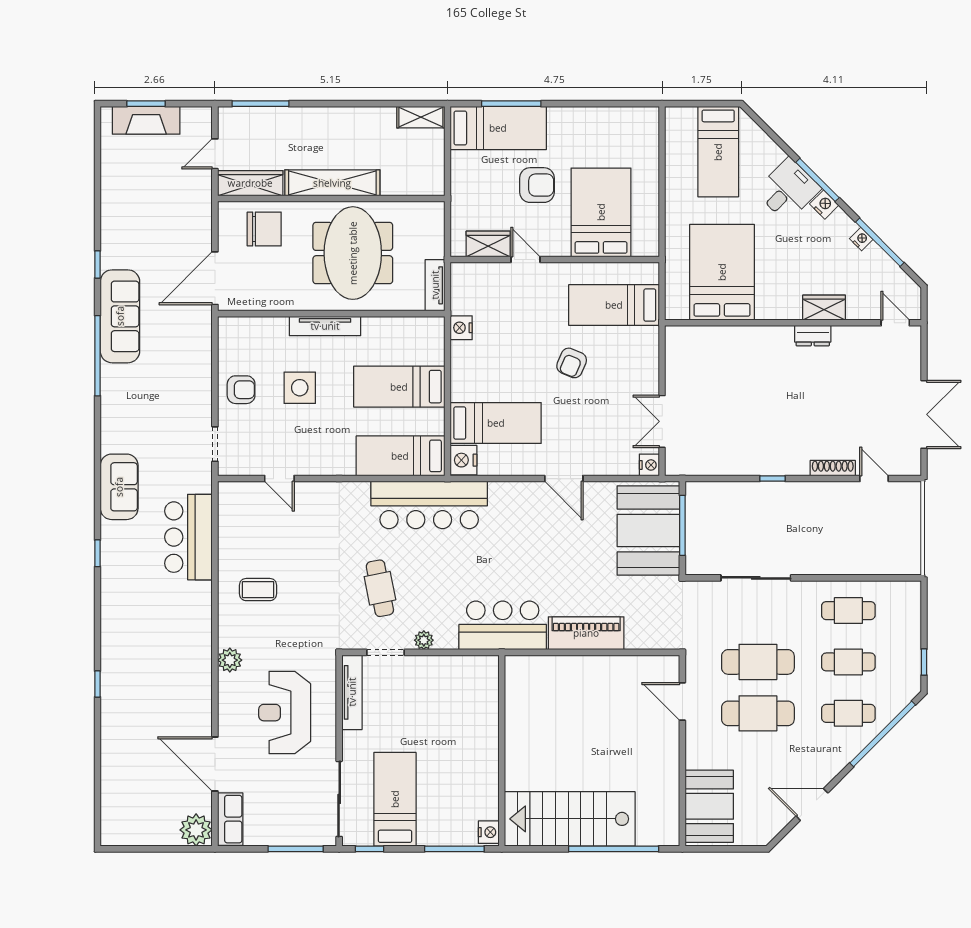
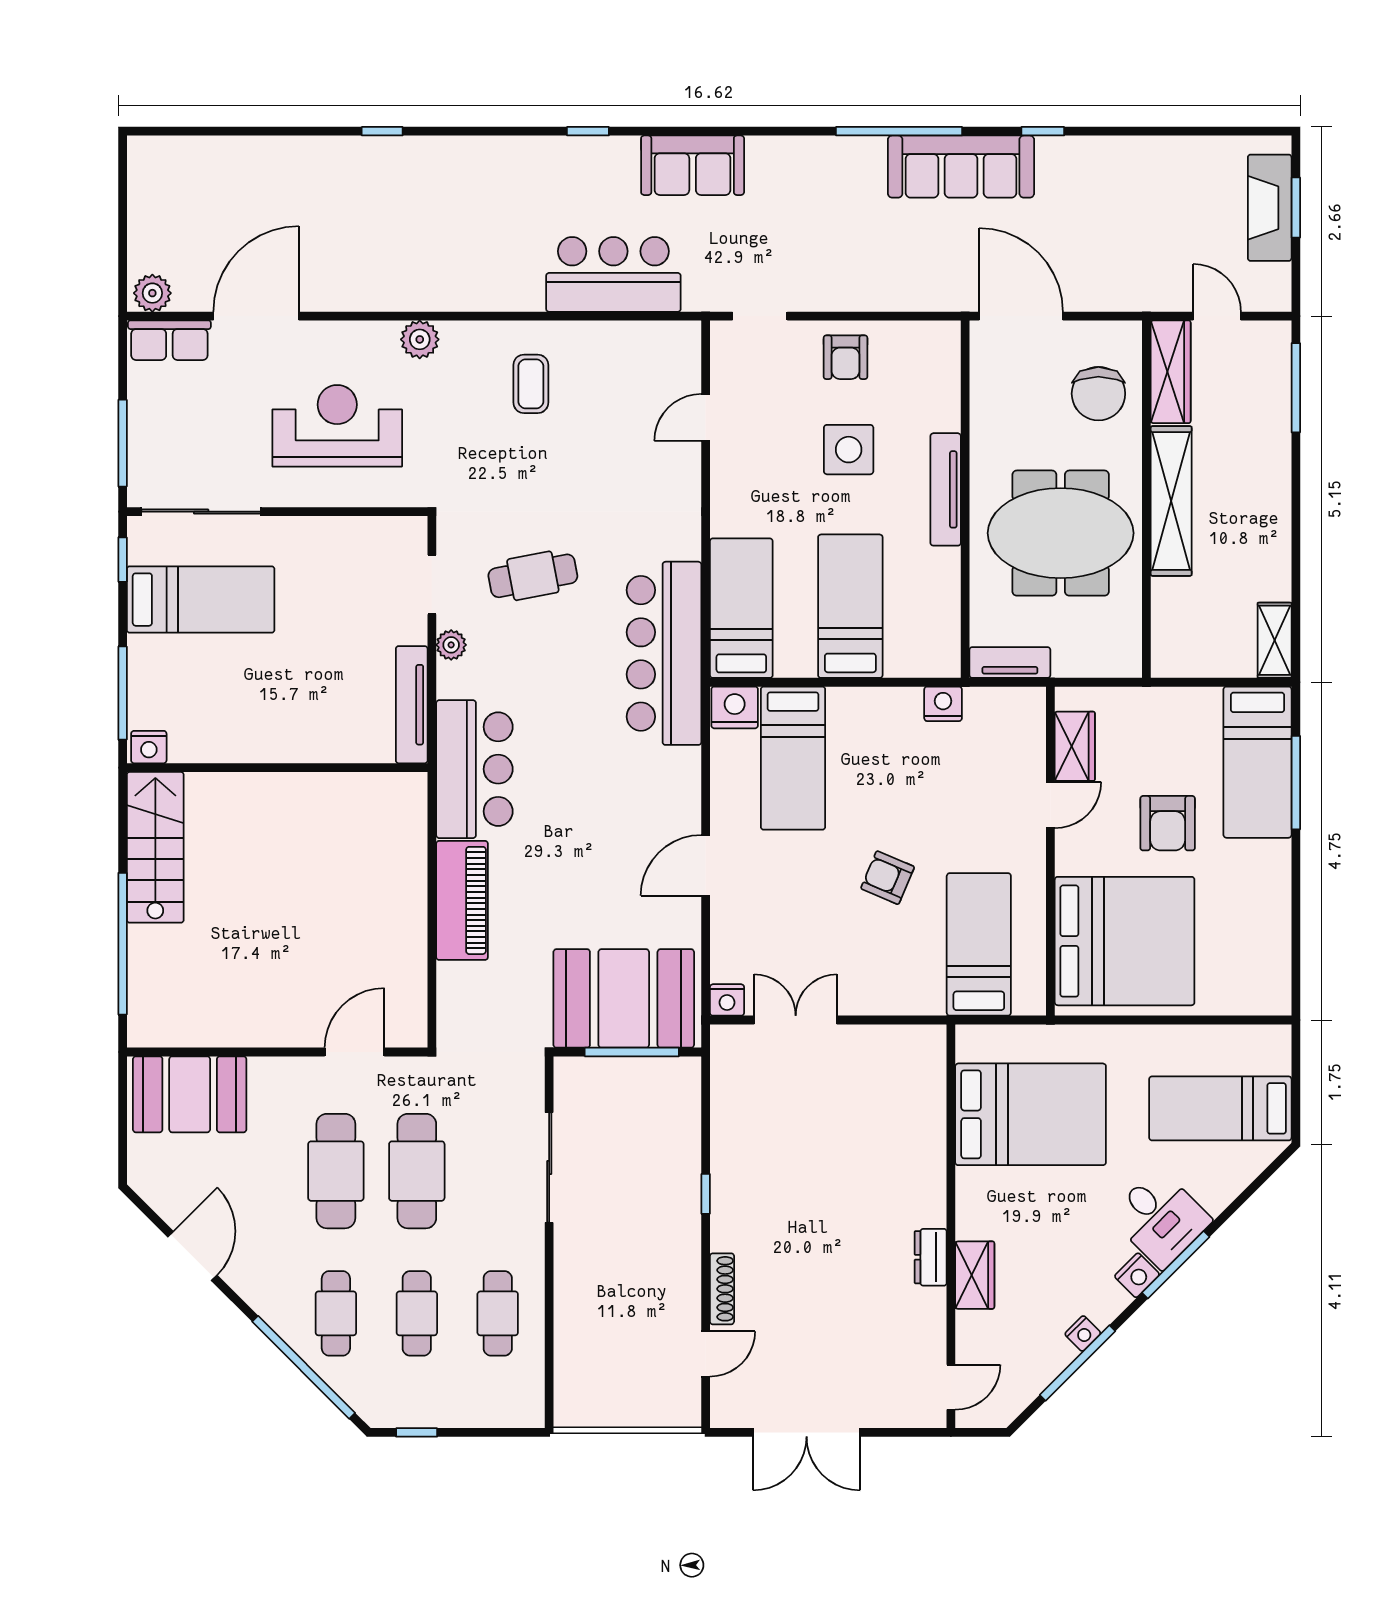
bed: (601, 212) -> (1125, 941), width x1.36
tv unit: (352, 692) -> (412, 705), moved, turned 90
stairs: (570, 819) -> (155, 847), width x0.73, depth x0.66
plant: (196, 830) -> (152, 293), width x0.73, depth x0.73

